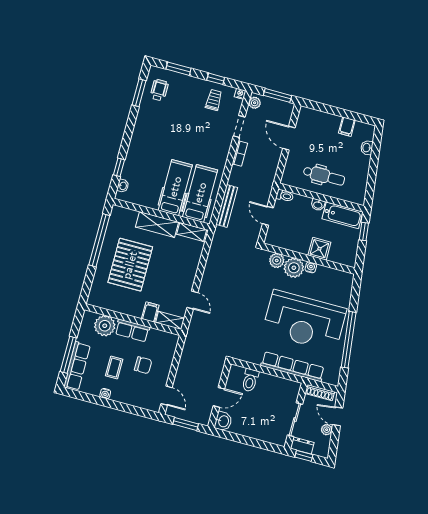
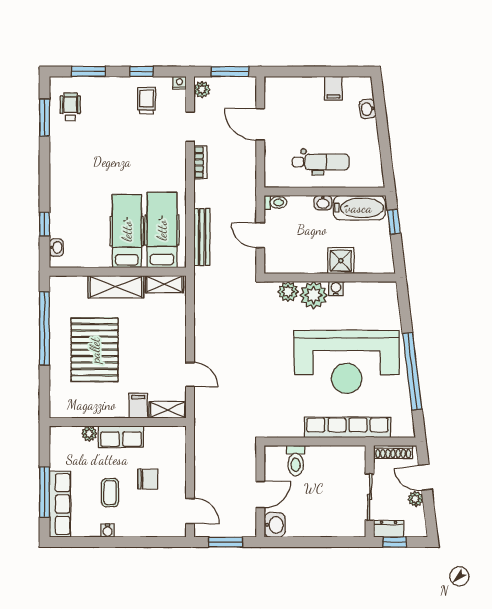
plant: (105, 326) -> (89, 434), width x0.53, depth x0.53

